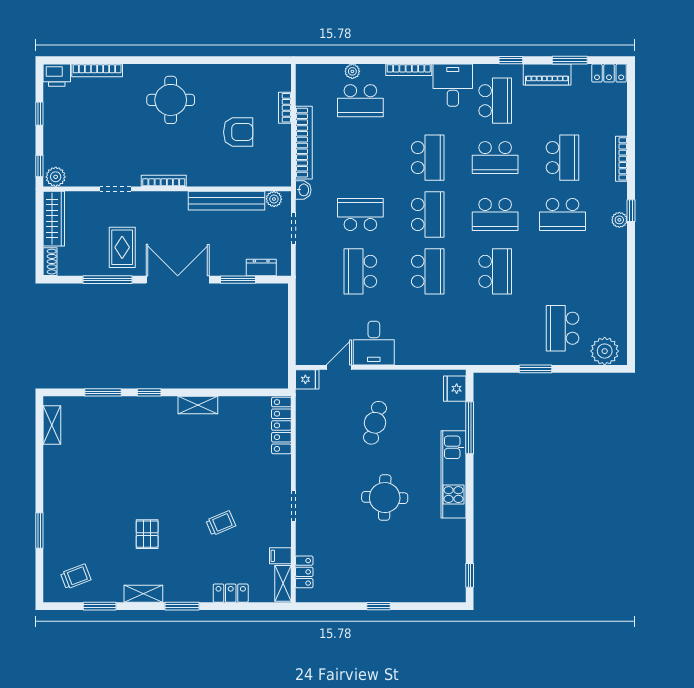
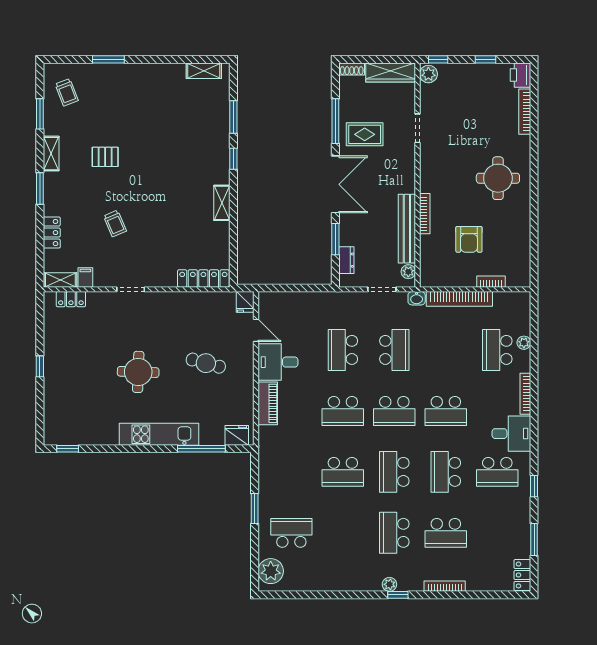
piano: (547, 75) -> (268, 403), moved, turned 180
bookcase: (164, 181) -> (425, 214), moved
school desk: (360, 271) -> (343, 350), turned -90

